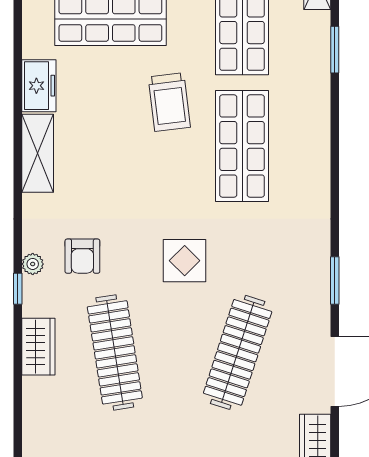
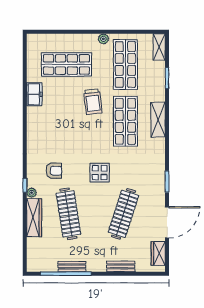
shelving: (38, 153) -> (158, 120), moved
armchair: (82, 256) -> (54, 171), turned -90
plant: (33, 264) -> (32, 193), moved
wardrobe: (38, 347) -> (34, 218), width x1.50

